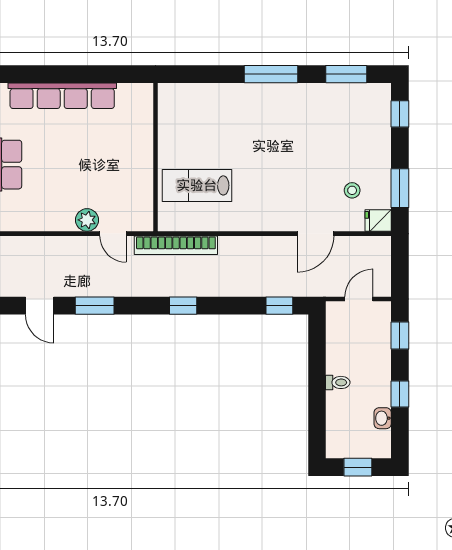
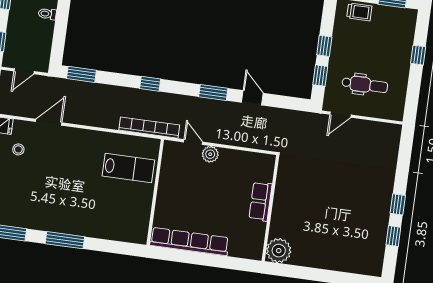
row of seats: (62, 96) -> (189, 242), moved
window: (279, 306) -> (81, 74), width x1.50

